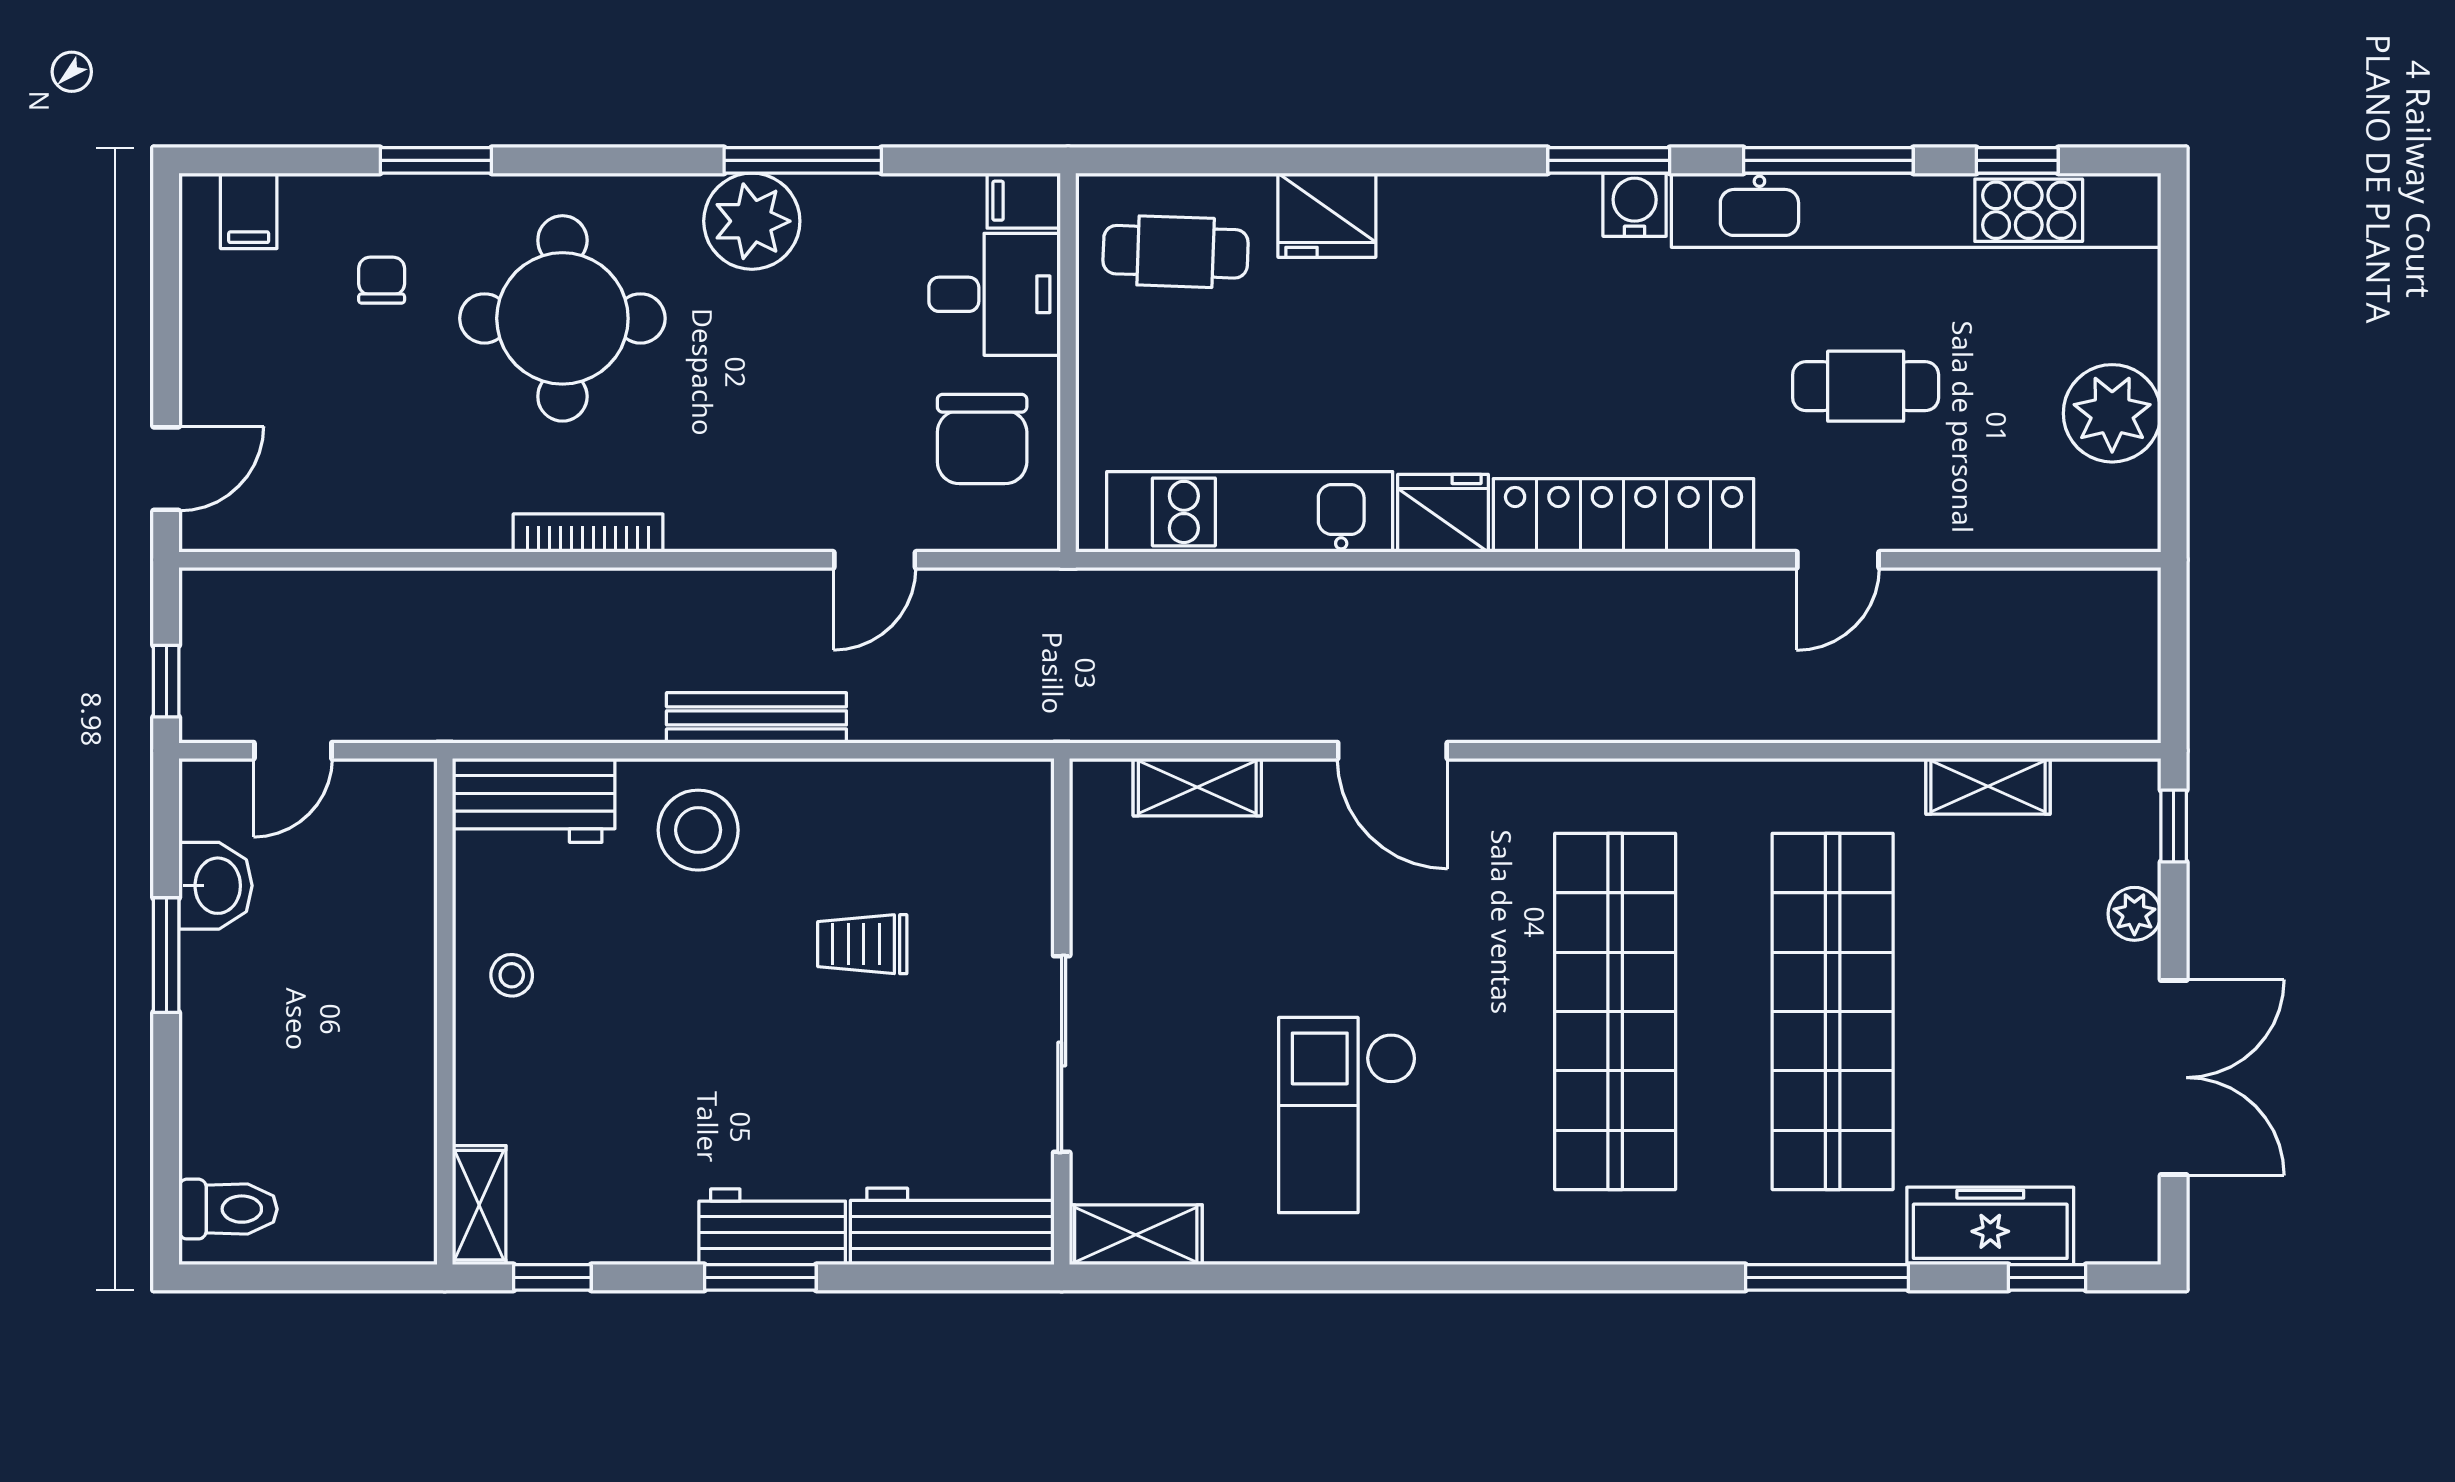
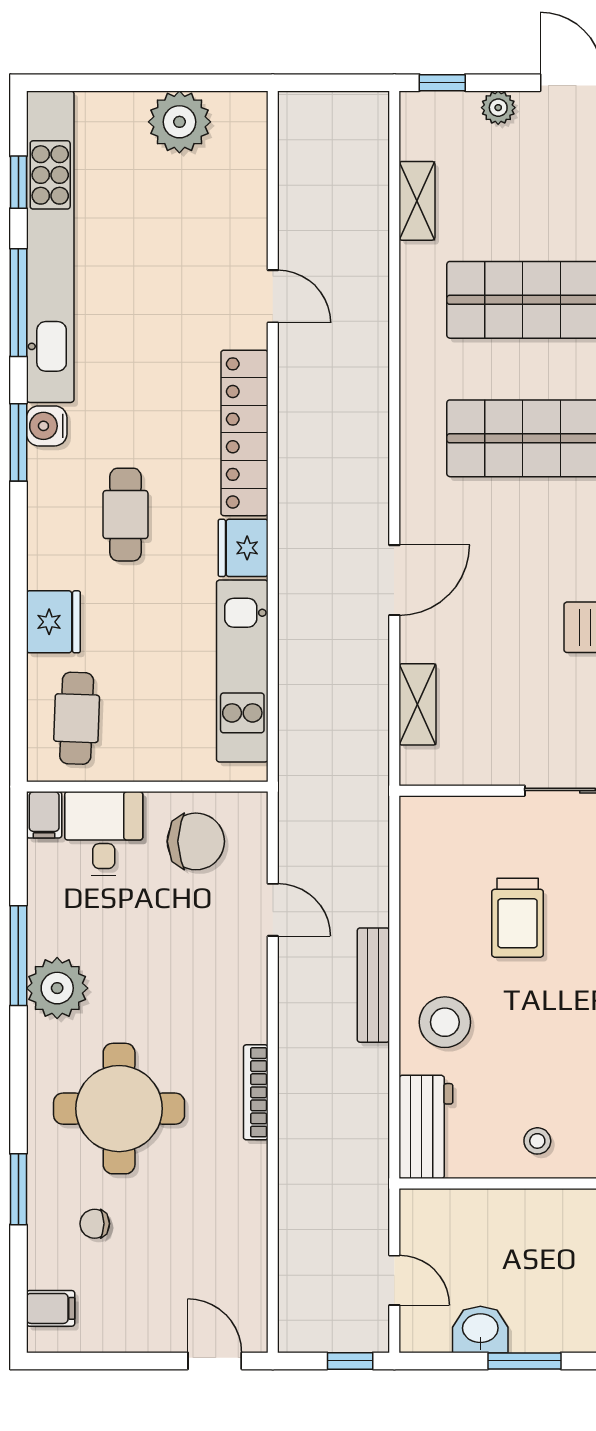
cafe table: (1866, 386) -> (125, 515), moved
trolley: (862, 944) -> (518, 918), width x1.36, depth x1.39

